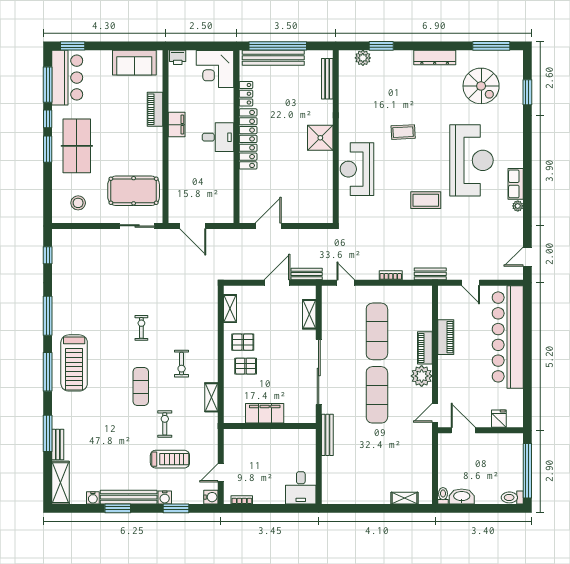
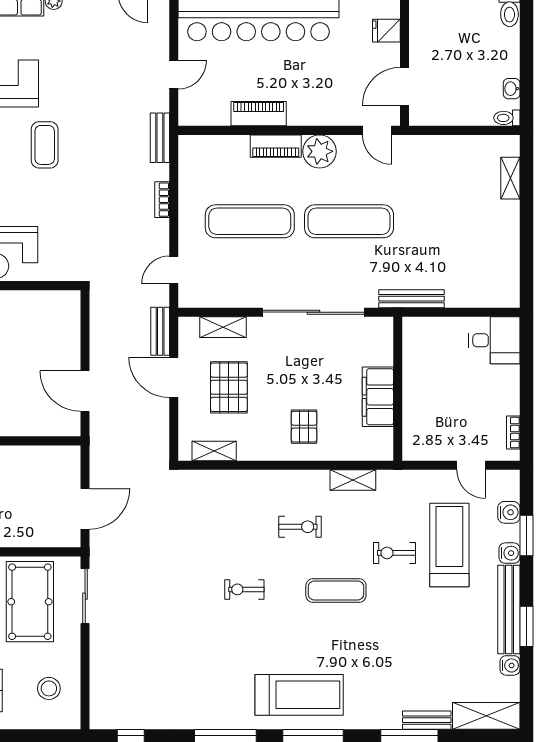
pallet: (243, 342) -> (229, 387), moved, width x1.50, depth x1.42
treadmill: (170, 459) -> (449, 545), width x1.37, depth x1.38
washbasin: (462, 496) -> (512, 89), width x0.52, depth x0.69
water cooler: (211, 497) -> (509, 512), moved, turned 90

